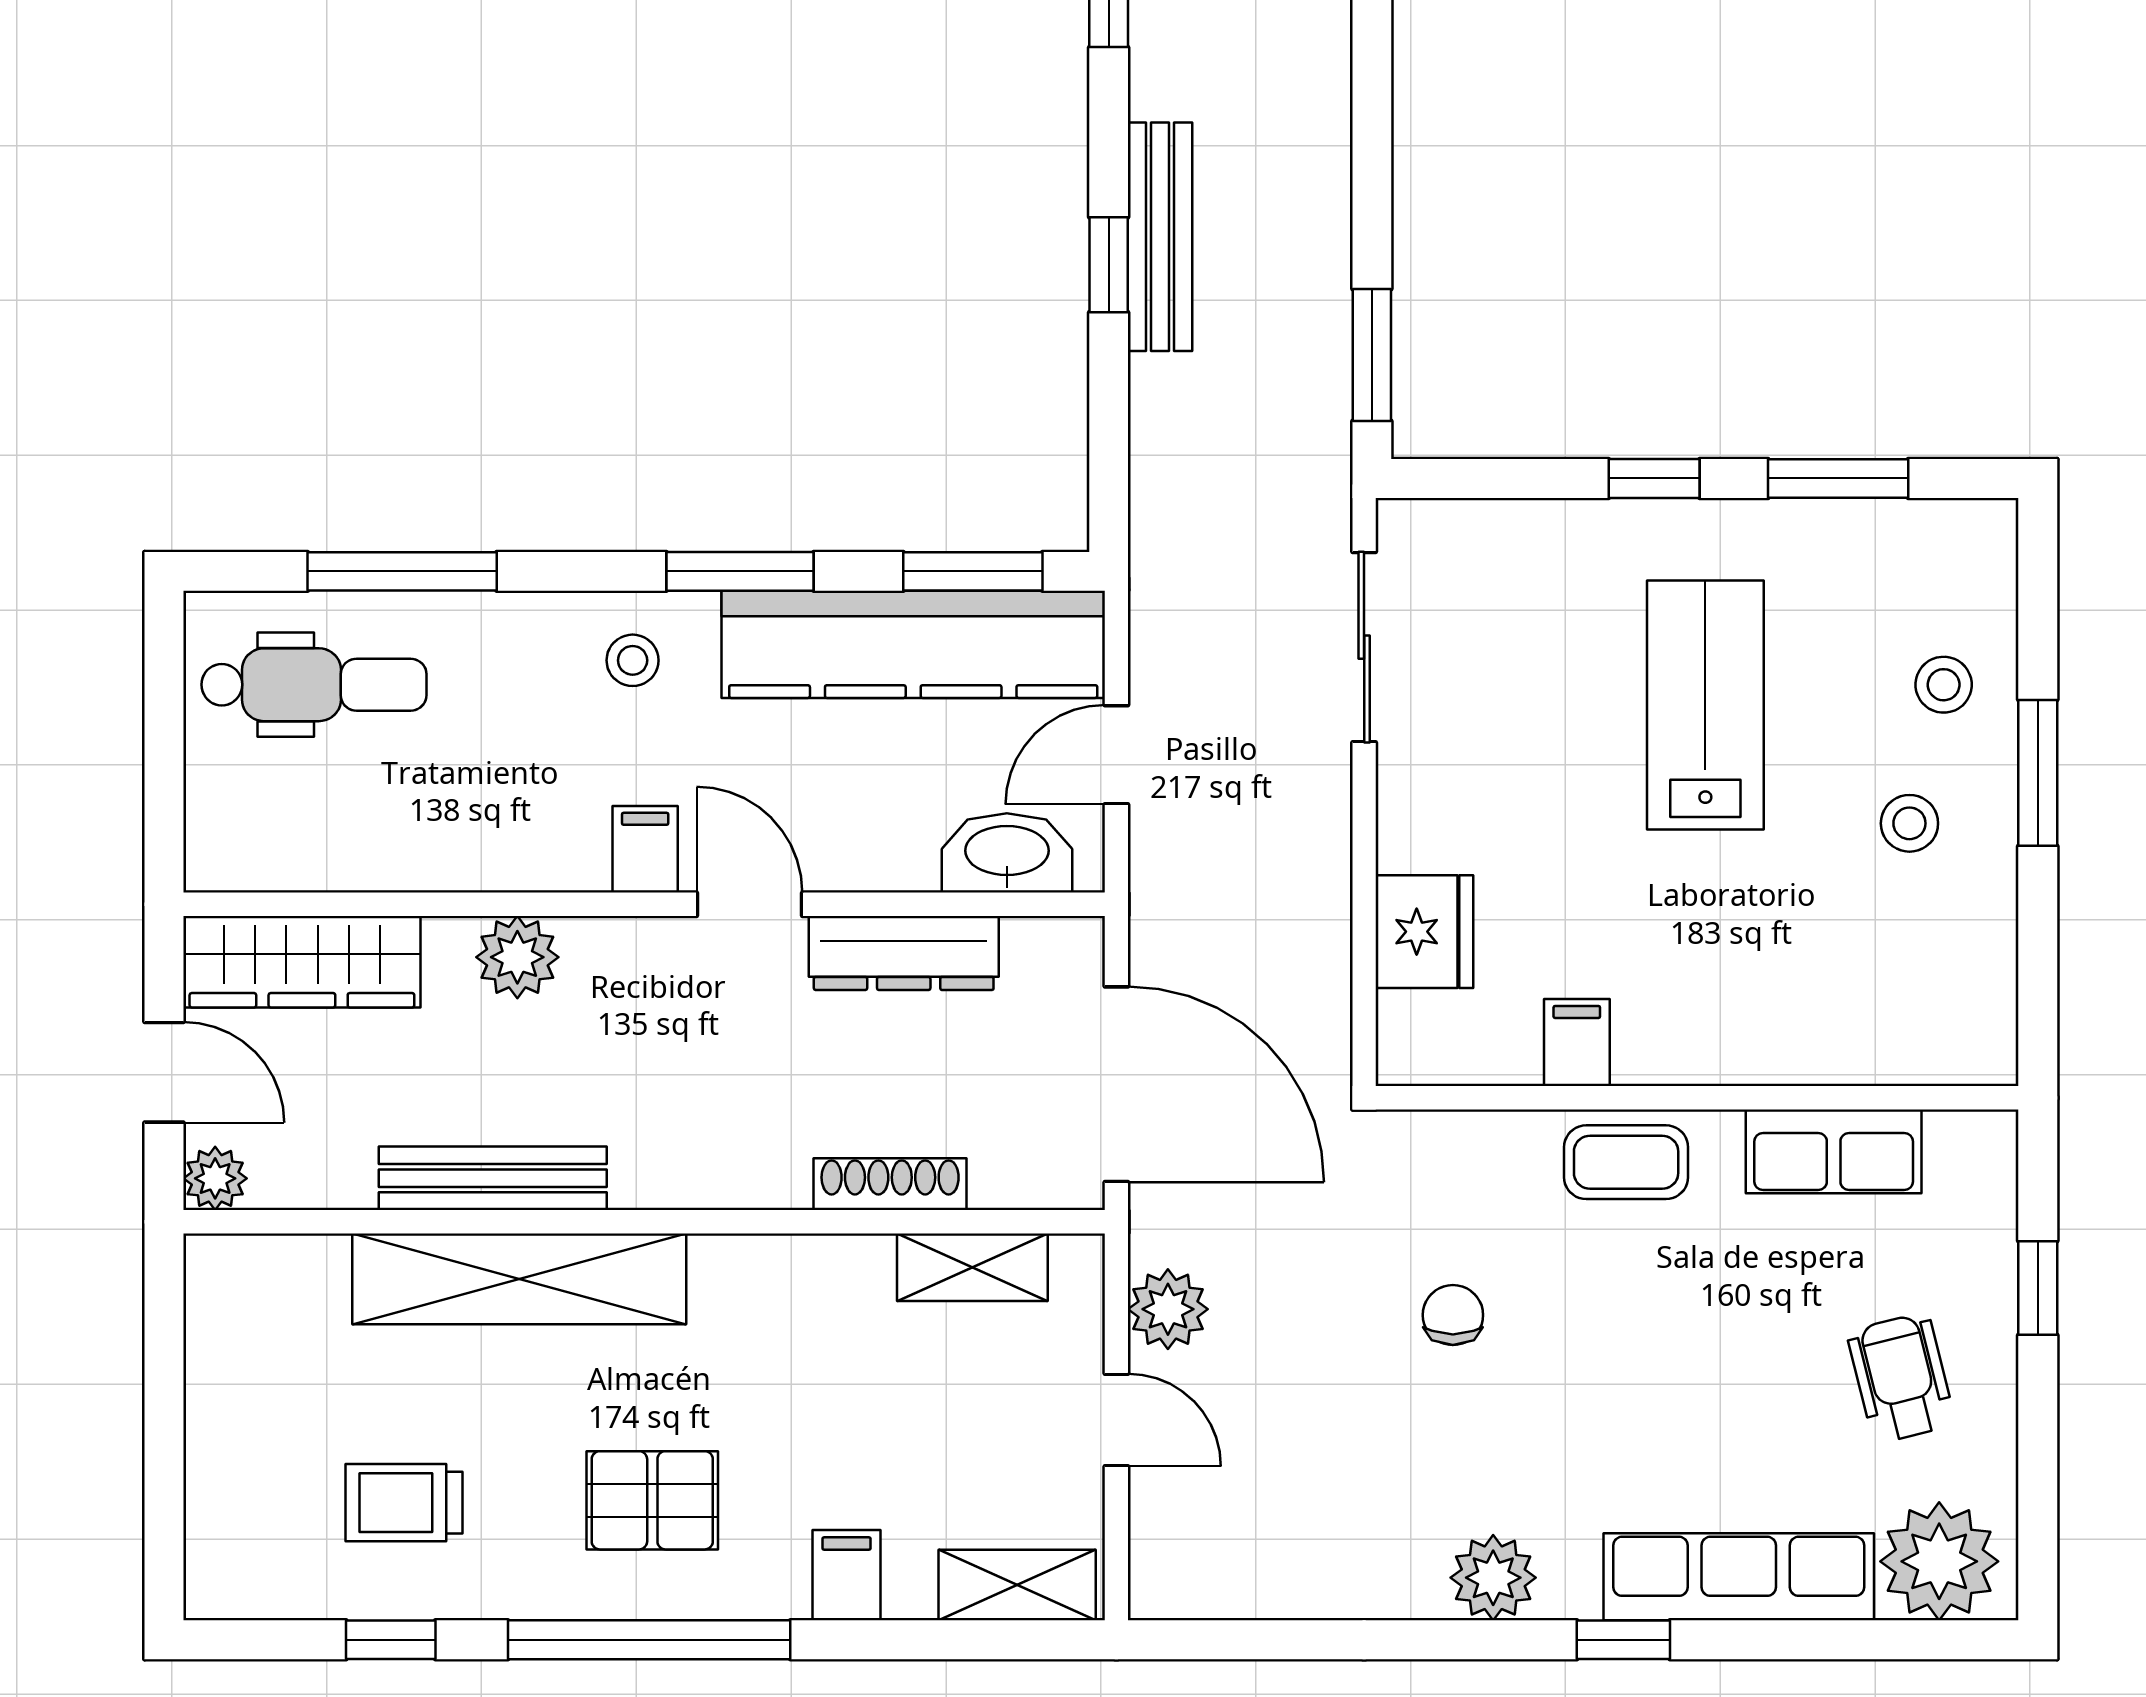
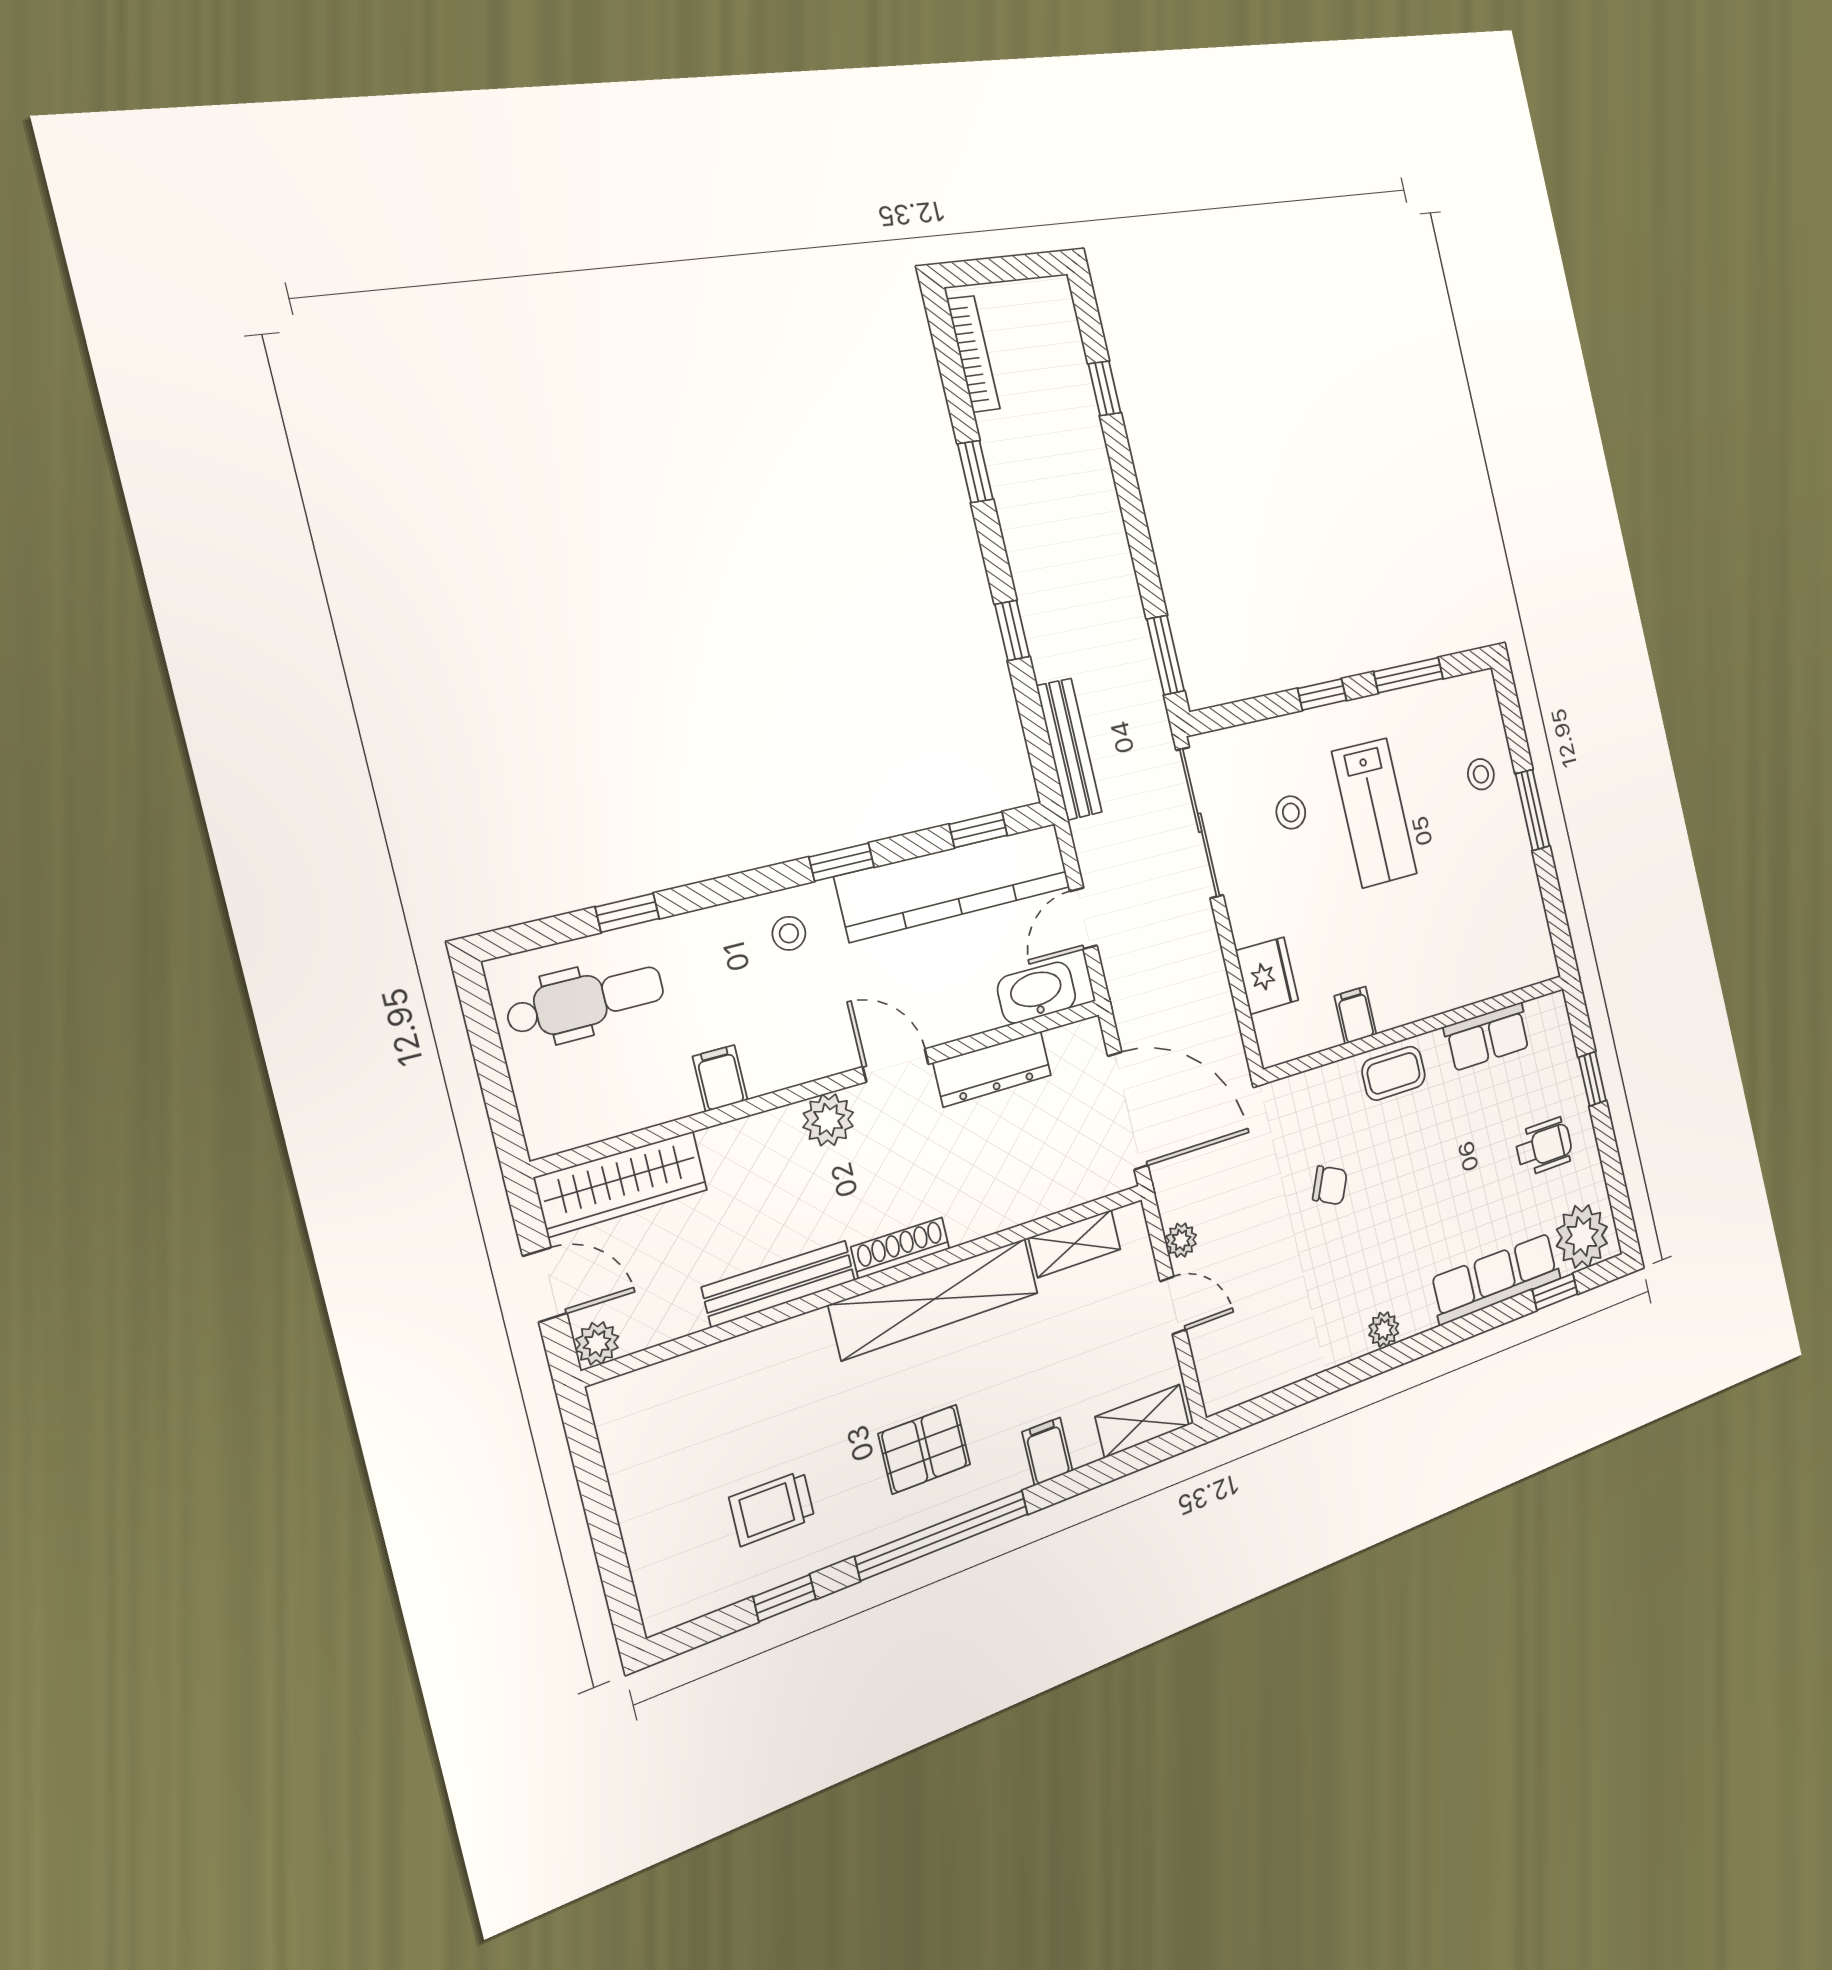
bench: (1160, 237) -> (1069, 749), moved
window: (402, 571) -> (627, 913), width x0.46
window: (740, 571) -> (842, 862), width x0.67
window: (973, 571) -> (978, 830), width x0.67
sliding door: (1364, 647) -> (1200, 823), width x1.37
lab bench: (1705, 705) -> (1374, 813), turned 180
stool: (1909, 823) -> (1291, 812), moved
filing cabinet: (645, 849) -> (720, 1078), moved
plant: (517, 957) -> (828, 1120), moved
shoe rack: (890, 1184) -> (901, 1248), moved
shelving: (519, 1279) -> (935, 1299), moved
plant: (1168, 1309) -> (1181, 1240), width x0.73, depth x0.73
chair: (1453, 1315) -> (1330, 1185), turned 115
wheelchair: (1901, 1378) -> (1544, 1146), turned 104
plant: (1493, 1578) -> (1384, 1330), width x0.73, depth x0.73
window: (1623, 1640) -> (1555, 1292), moved

